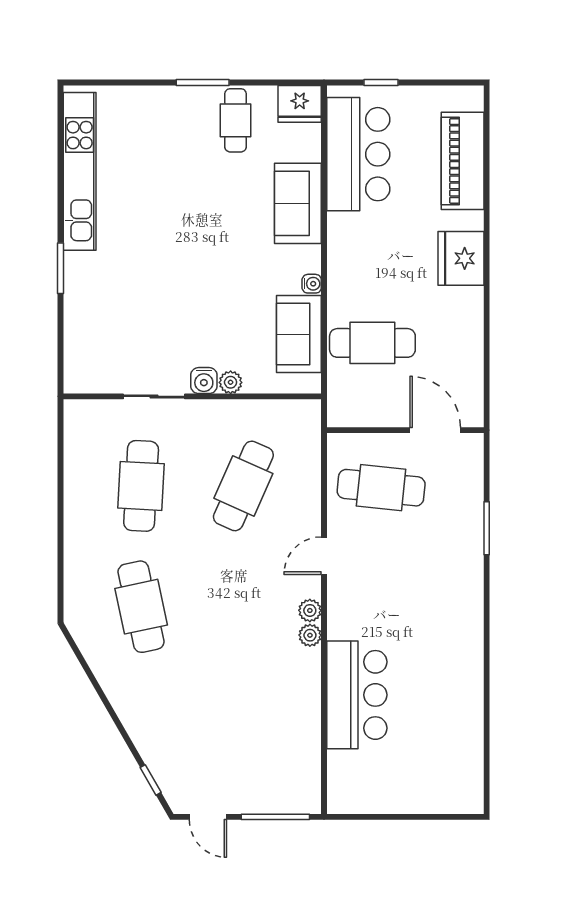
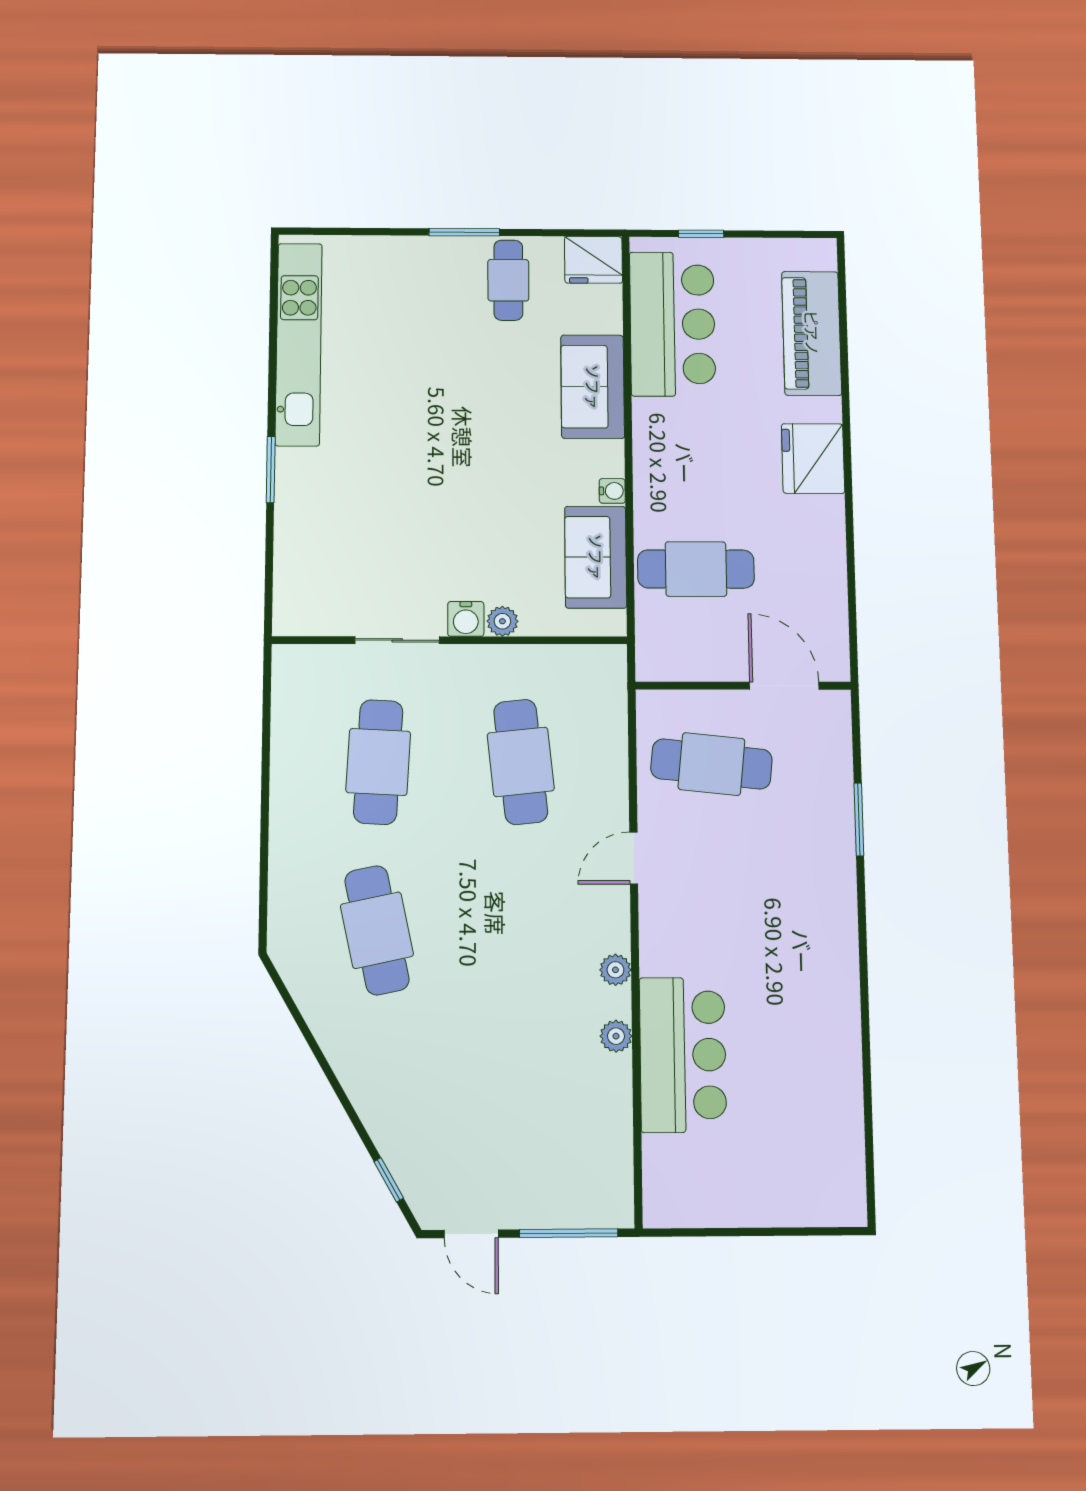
cafe table: (243, 486) -> (521, 762), turned -30
plant: (310, 610) -> (616, 1036), moved

